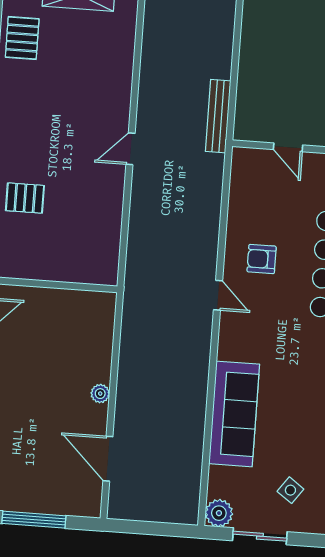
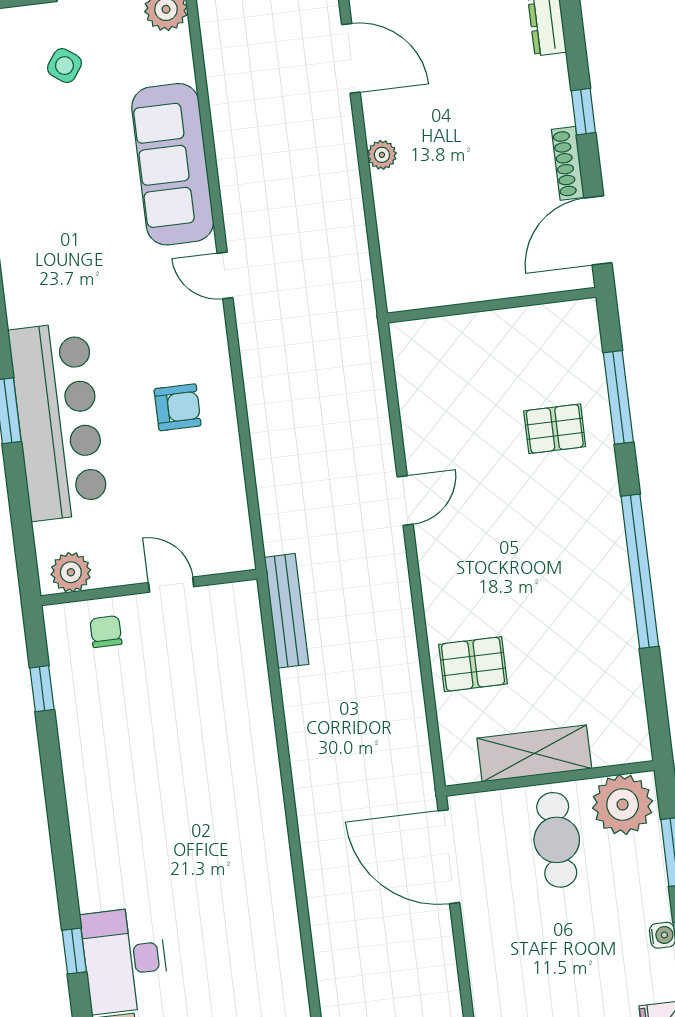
pallet: (22, 38) -> (473, 664), moved, turned 90
door: (131, 149) -> (405, 501), moved
door: (218, 295) -> (225, 275), moved

